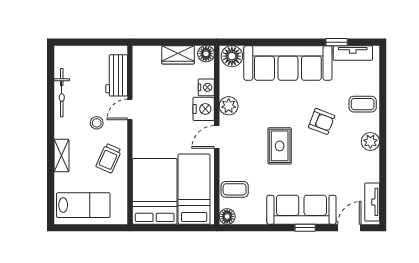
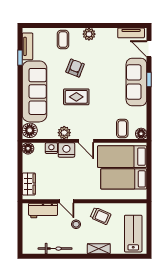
wardrobe: (178, 55) -> (29, 184), moved
rug: (280, 146) -> (76, 97), moved
bed: (155, 191) -> (124, 179), width x0.67

